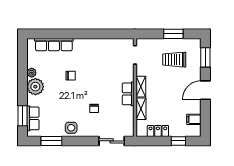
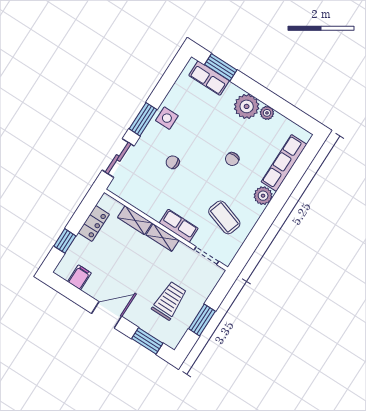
plant: (80, 45) -> (263, 196), added
coffee table: (107, 59) -> (224, 217), added
door: (205, 90) -> (107, 315), hinge flipped
row of seats: (128, 94) -> (179, 226), moved
window: (51, 141) -> (143, 119), moved

